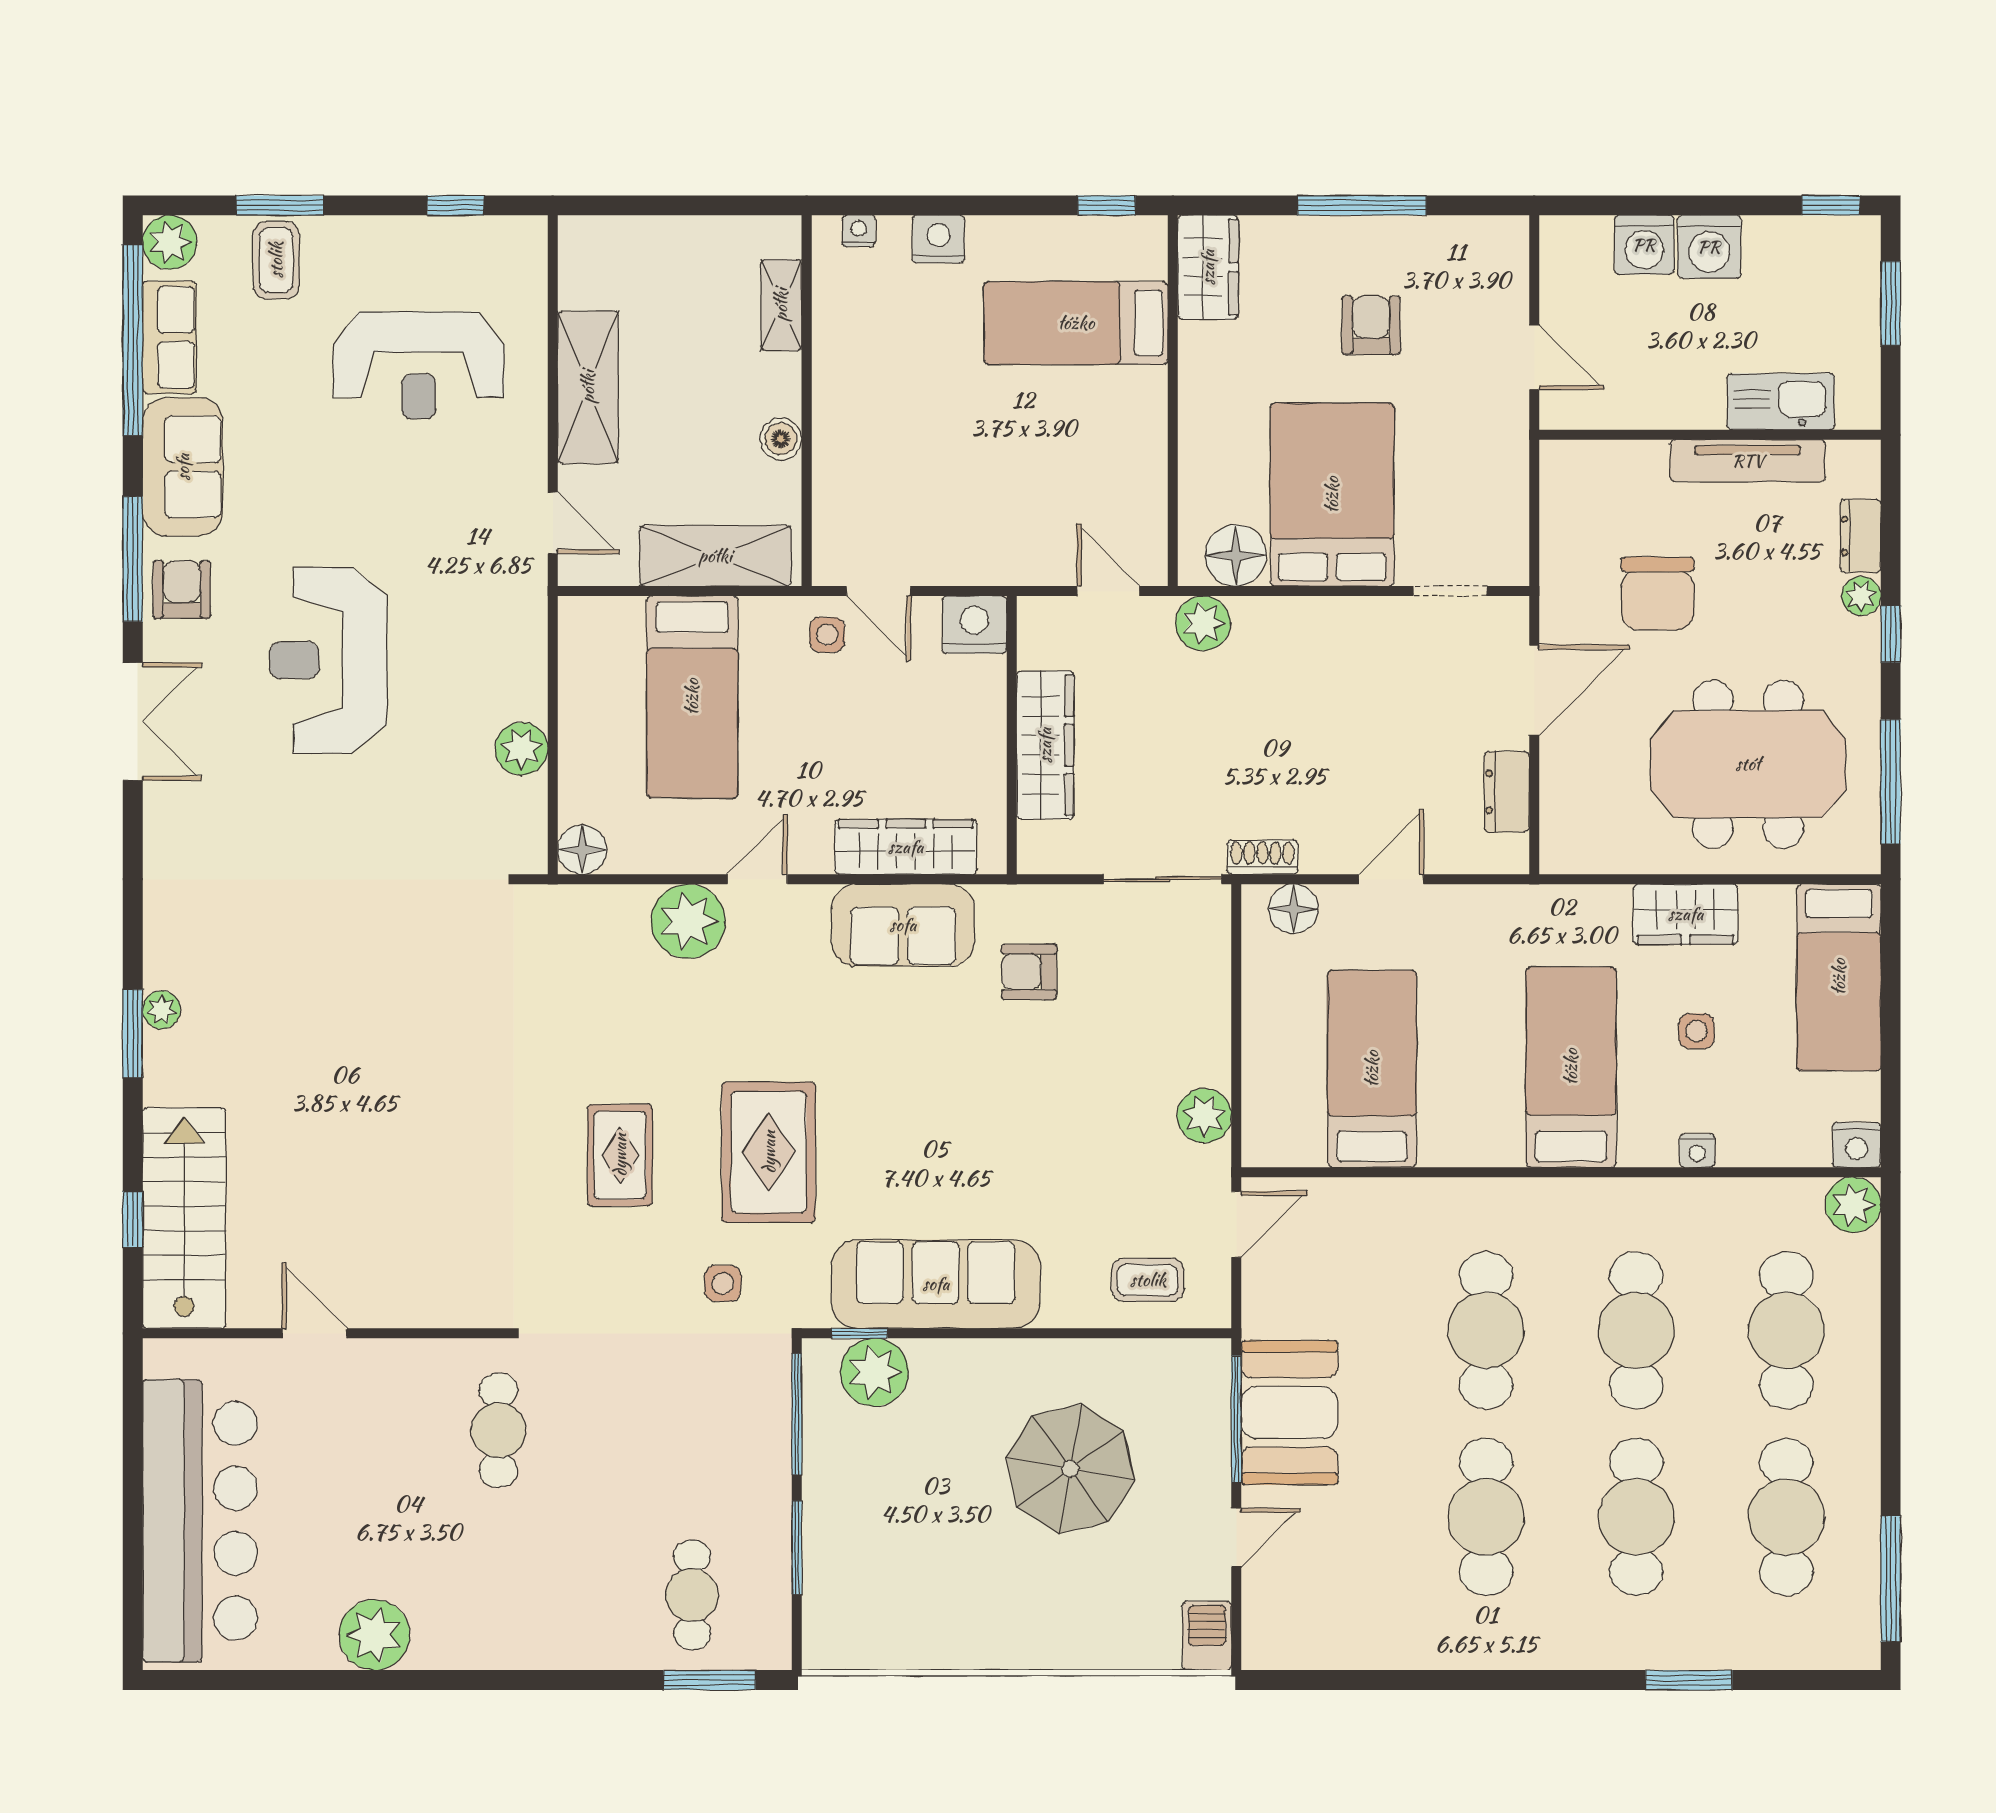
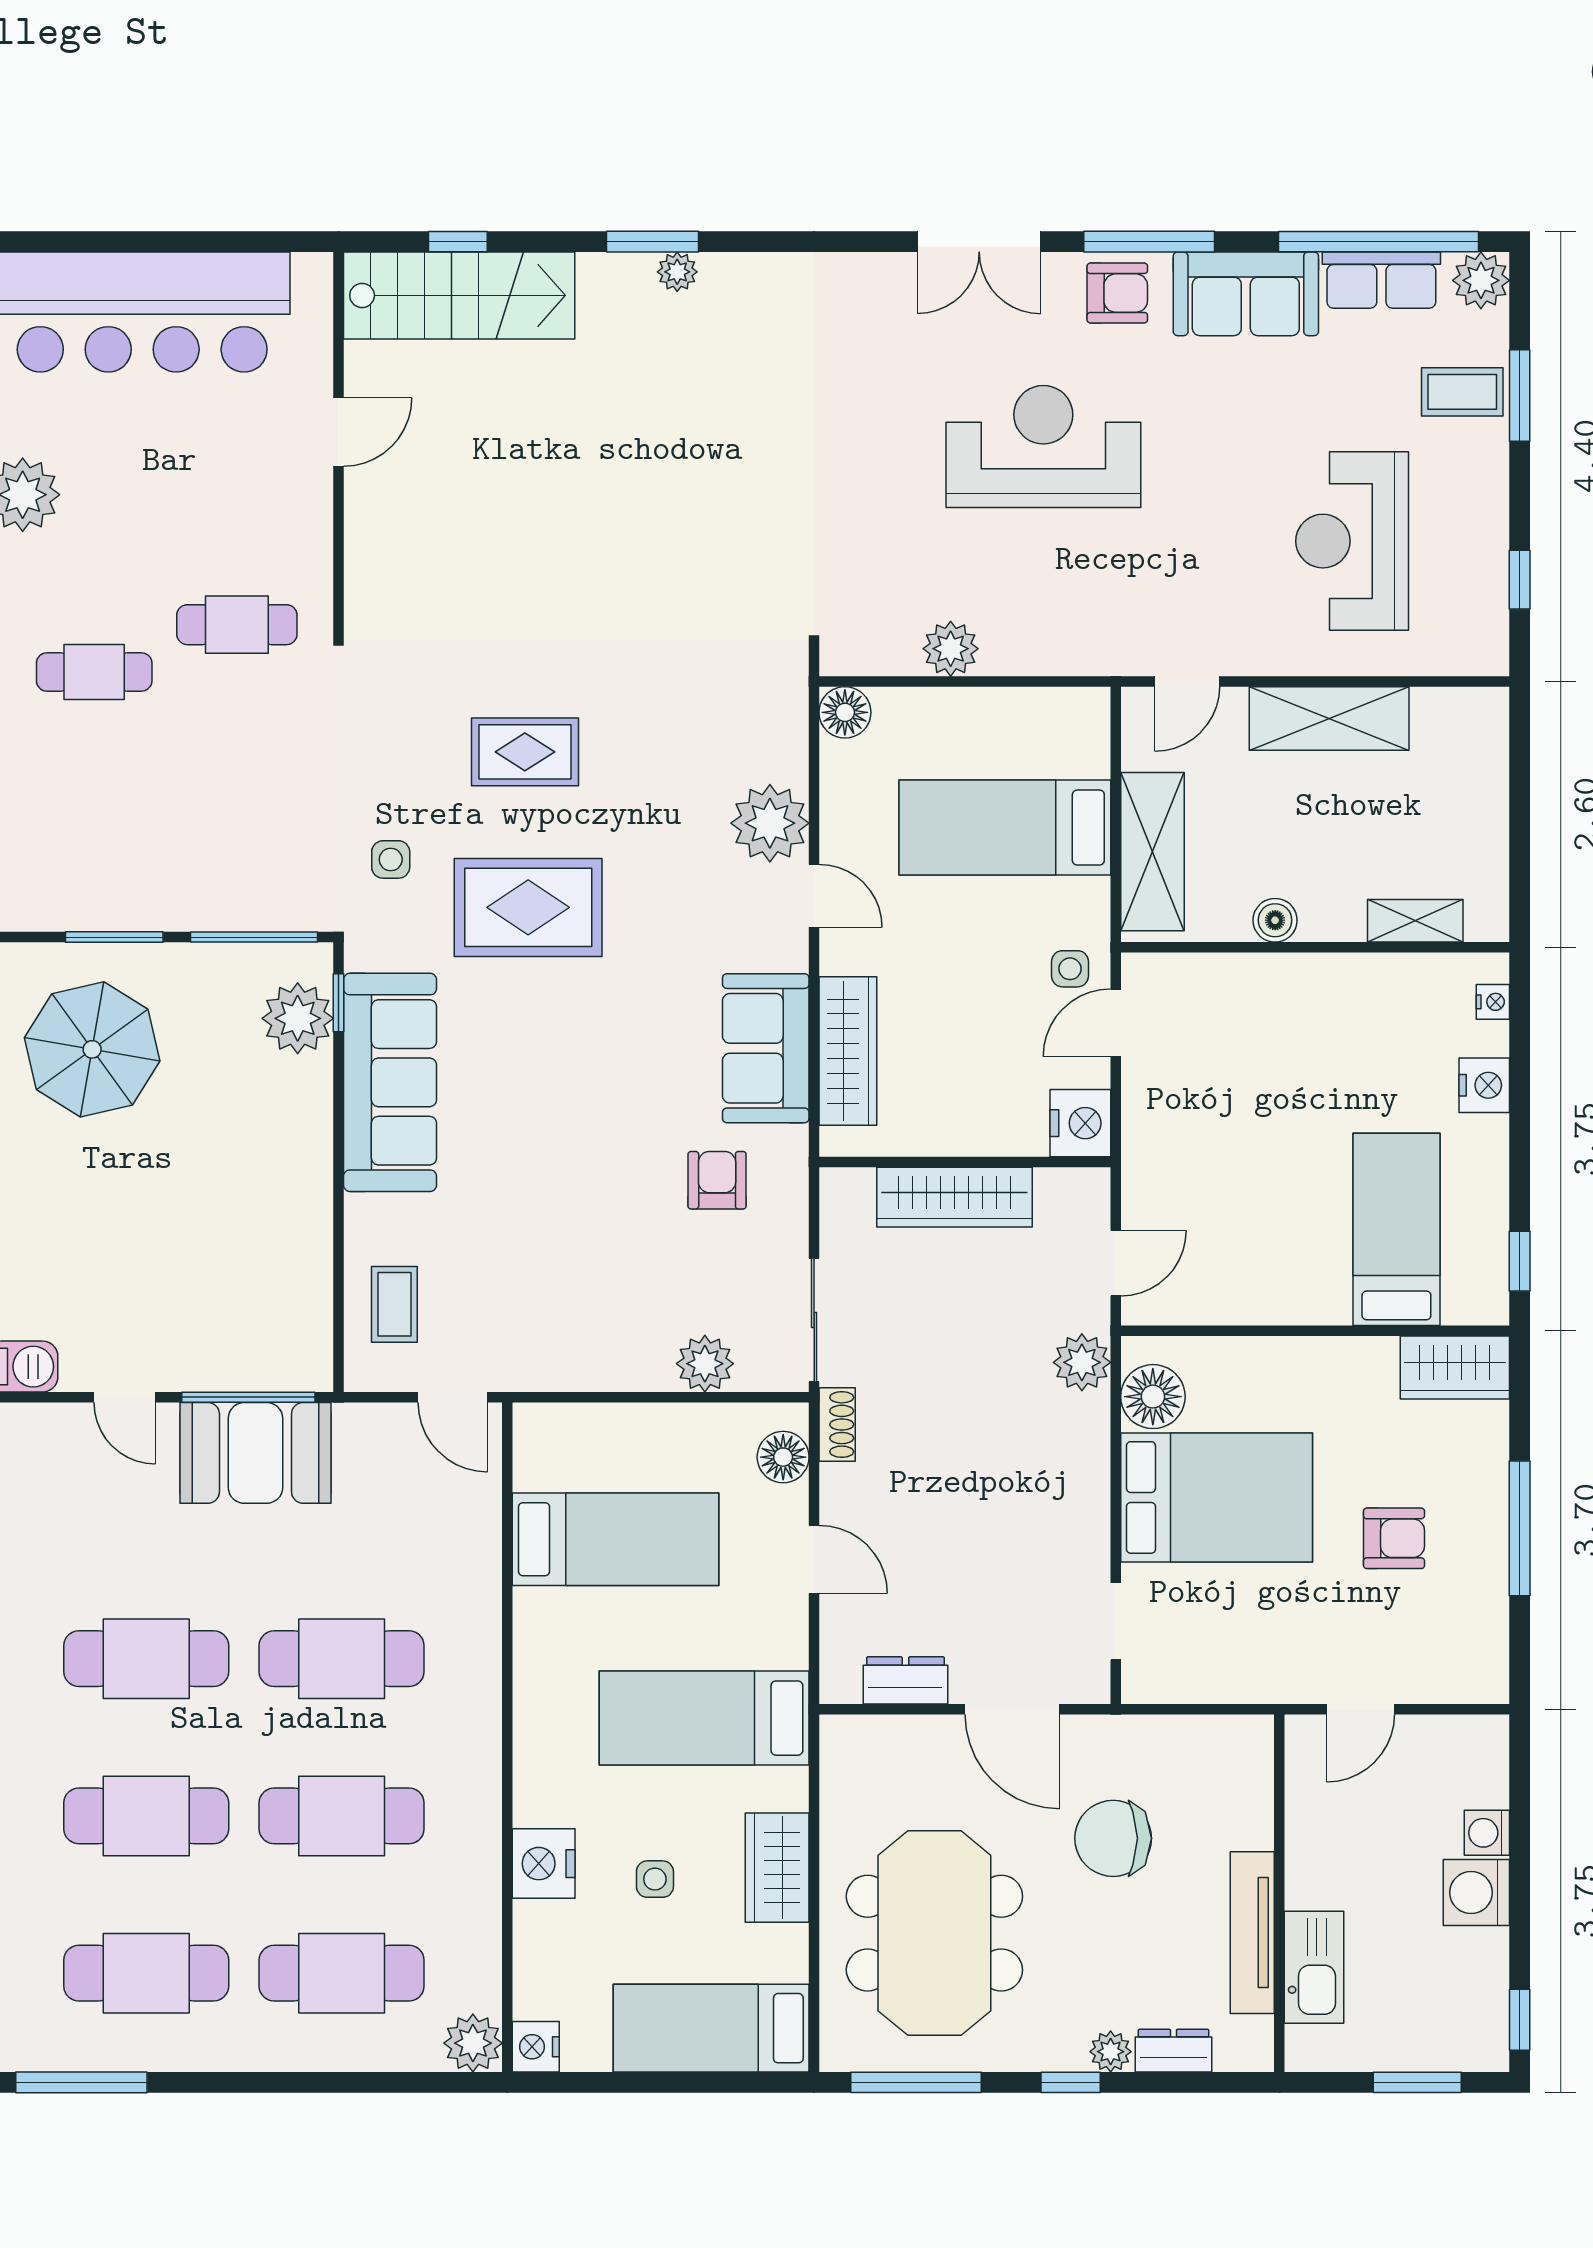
washing machine: (1644, 245) -> (1487, 1833), width x0.73, depth x0.73
bed: (1571, 1067) -> (704, 1718), moved, turned 180
plant: (1204, 1116) -> (705, 1364), moved
nightstand: (1697, 1151) -> (544, 1864), width x1.89, depth x1.79
parasol: (1070, 1469) -> (92, 1049), moved
cafe table: (692, 1595) -> (94, 672), moved

